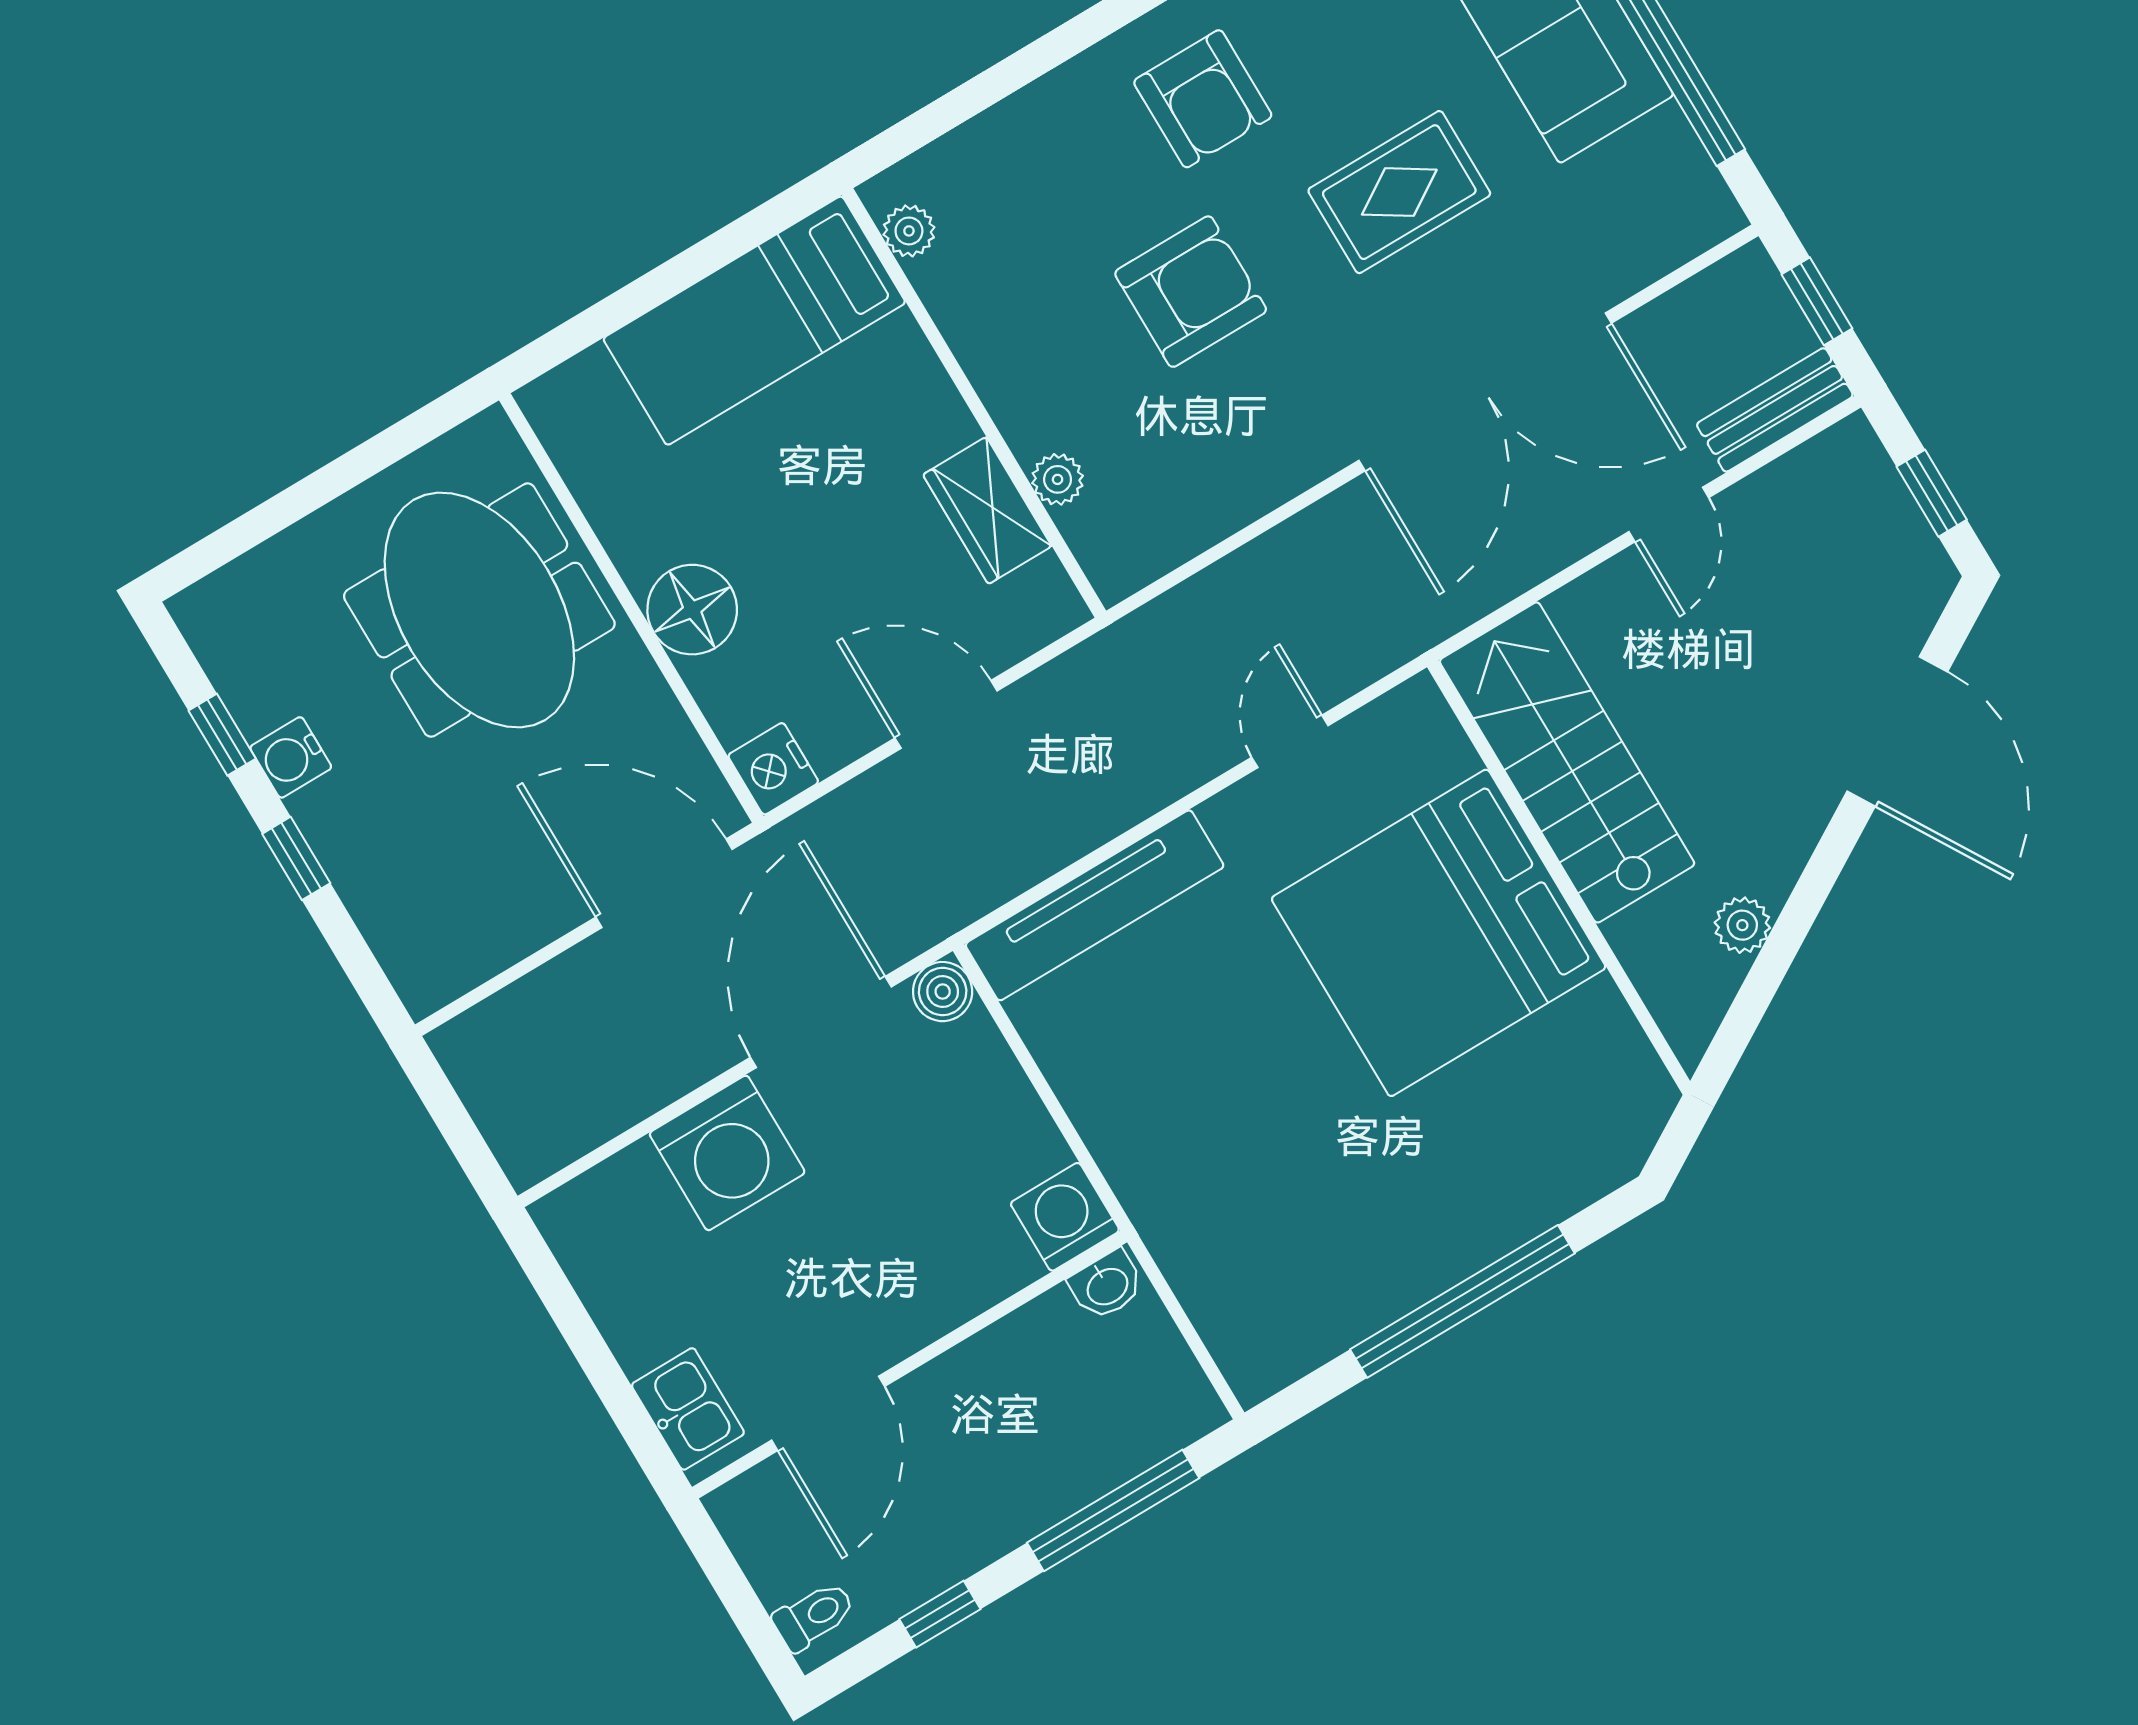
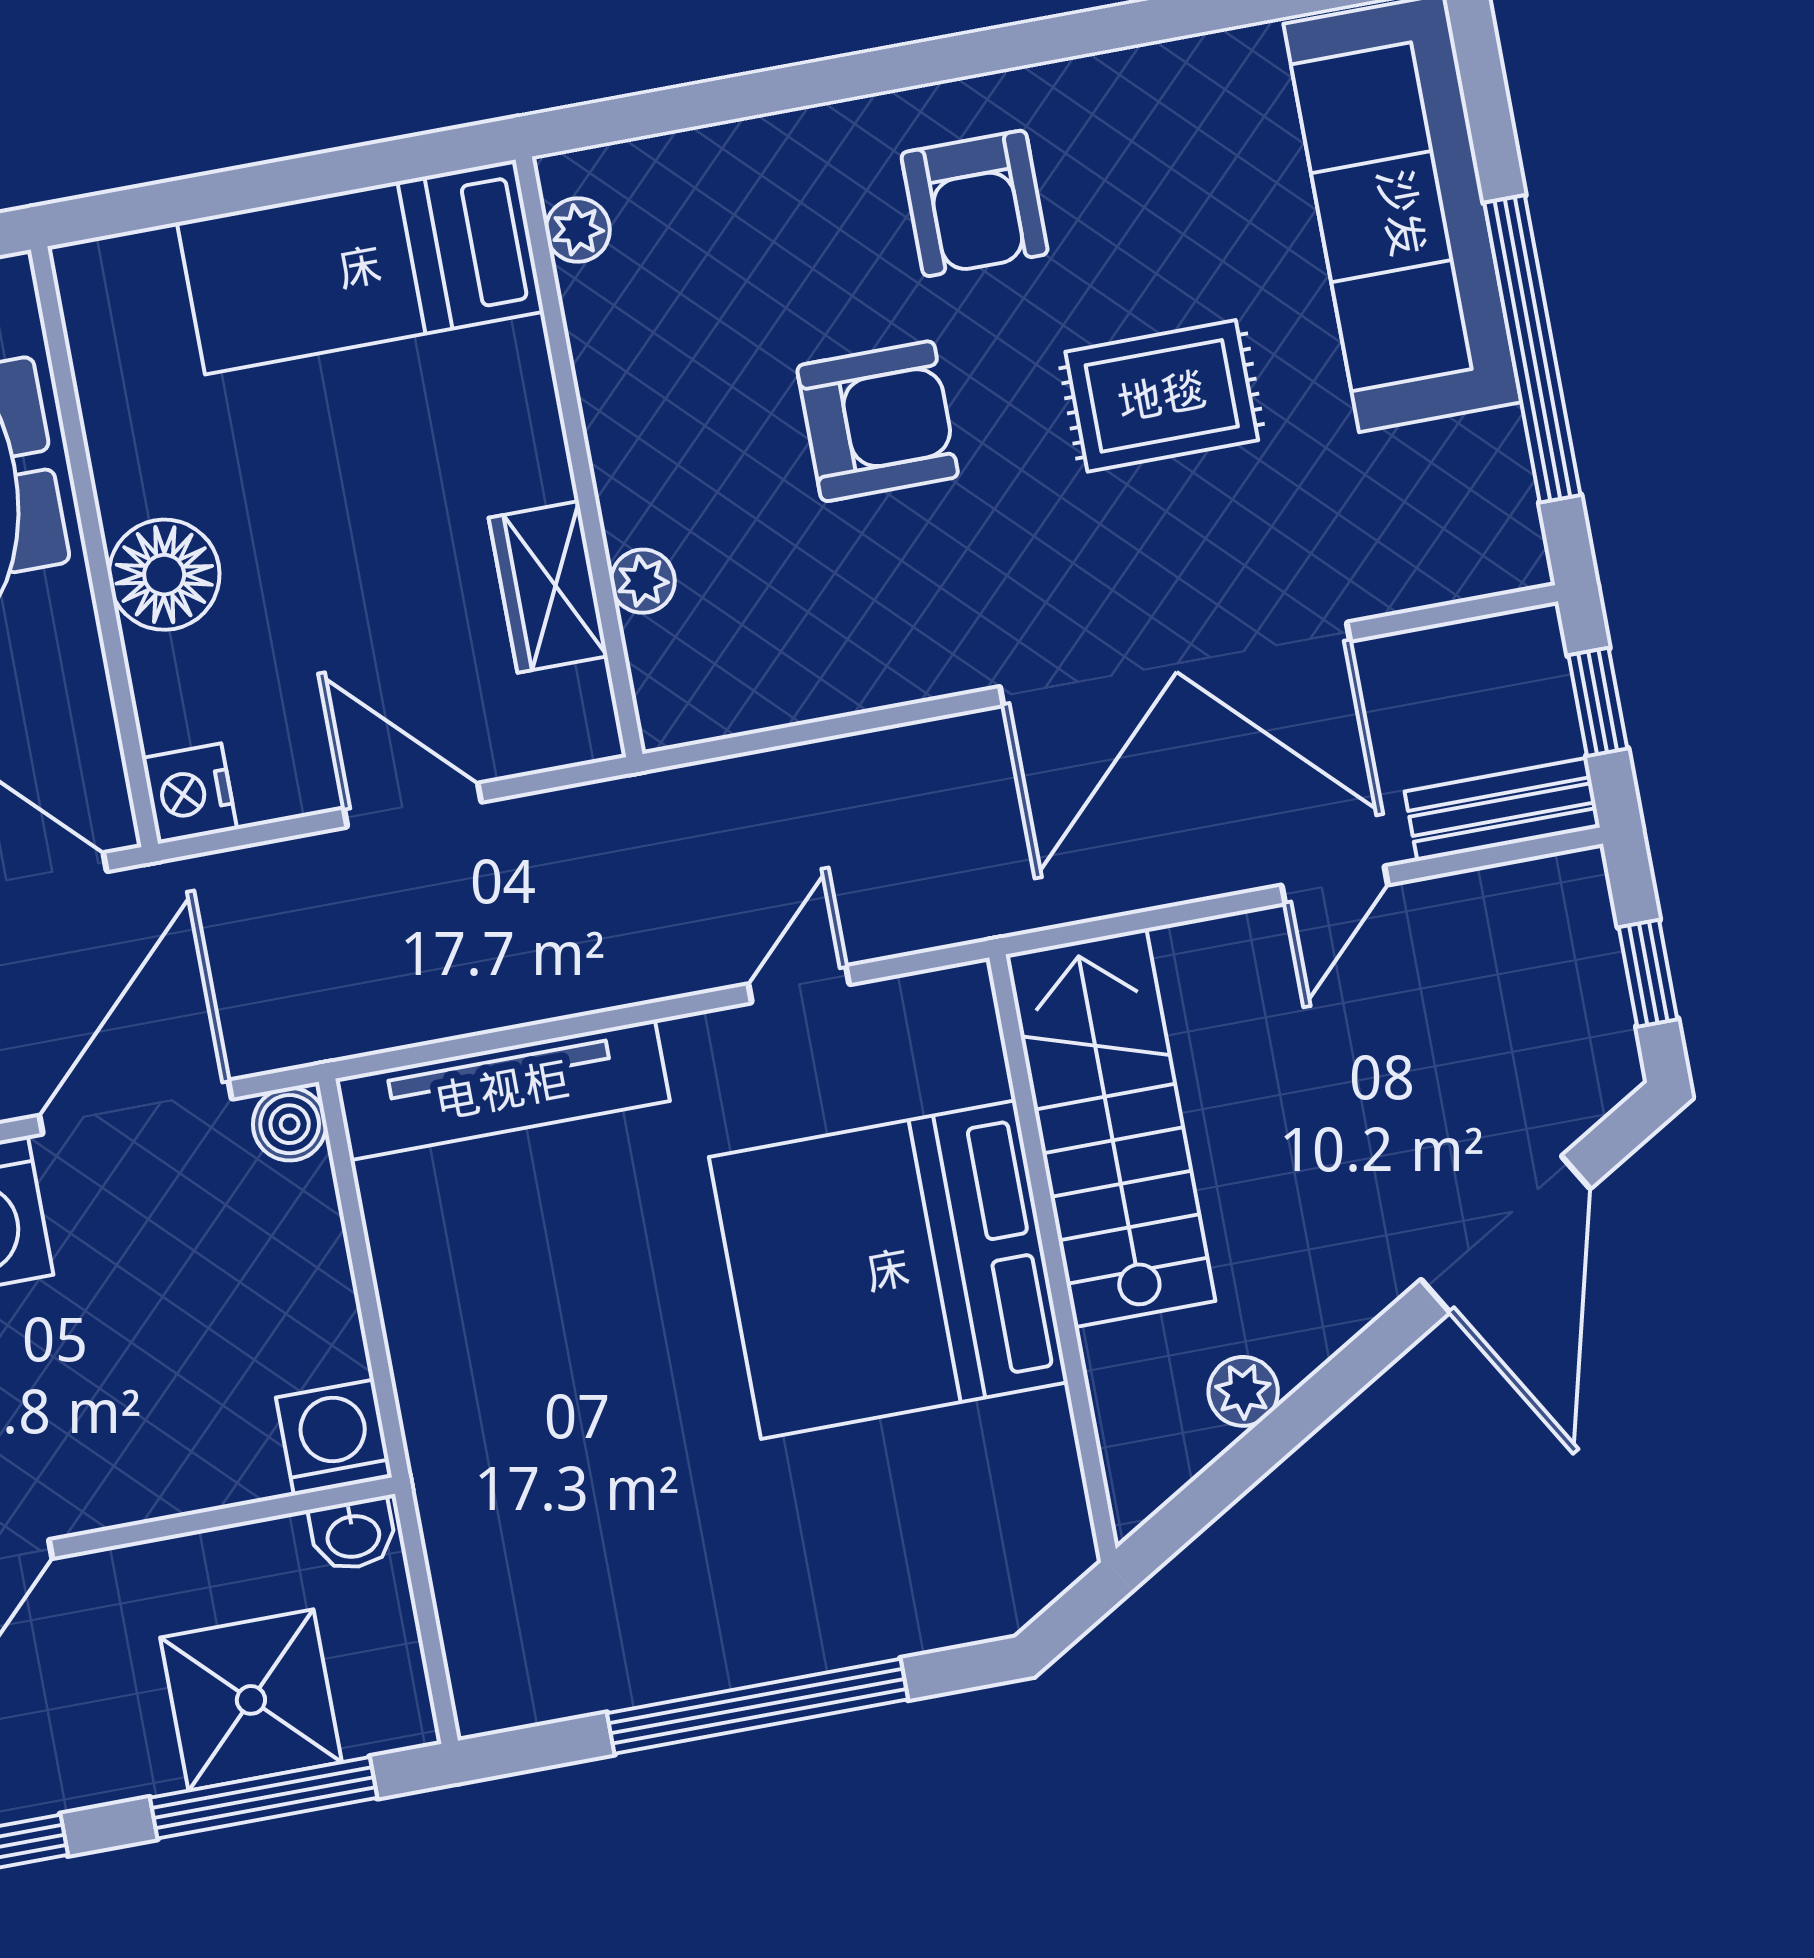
shower: (1076, 1440) -> (251, 1700), added

